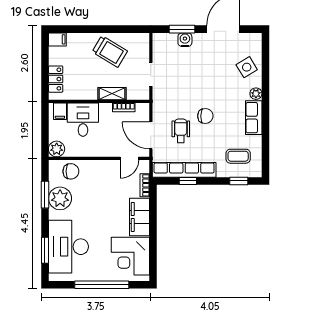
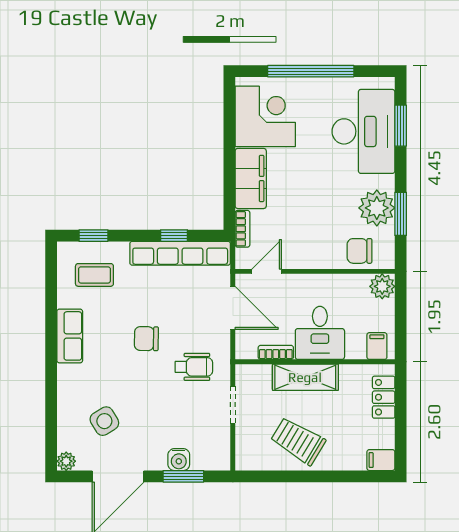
side table: (247, 67) -> (104, 421), moved
shelving: (112, 94) -> (305, 377), width x1.50, depth x1.33
plant: (256, 94) -> (66, 461), moved
desk: (83, 120) -> (320, 333), moved
wheelchair: (181, 131) -> (194, 367), moved, turned -90

